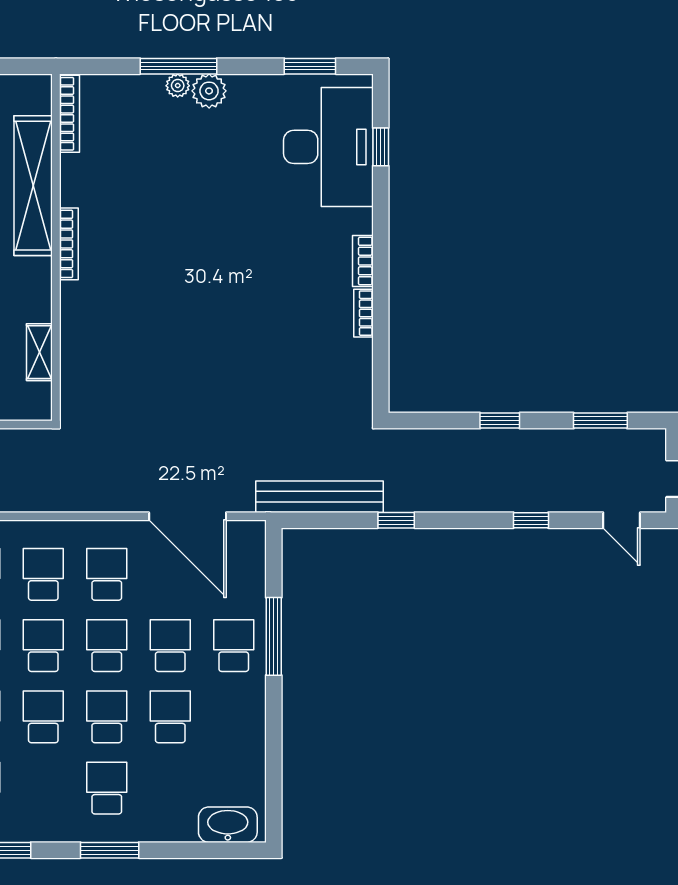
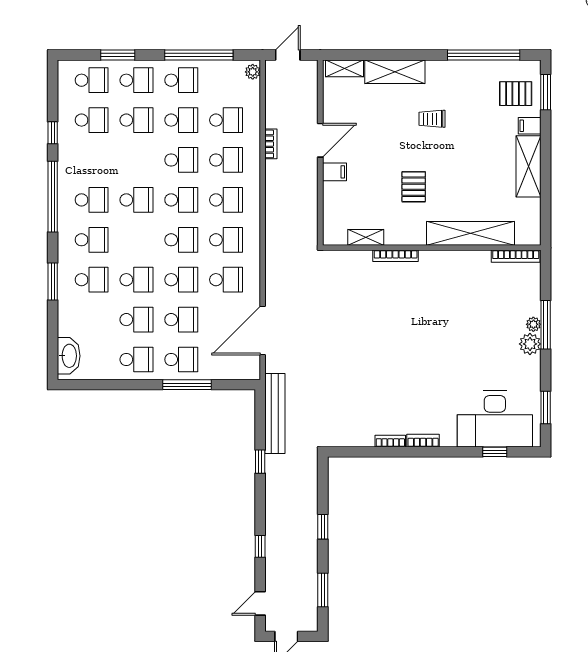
bookcase: (69, 244) -> (396, 256), moved
school desk: (43, 717) -> (92, 240), moved
school desk: (234, 717) -> (136, 360), added

